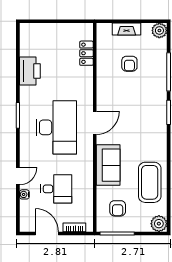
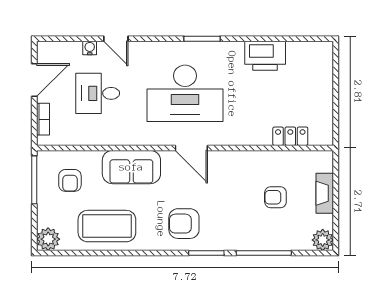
armchair: (148, 128) -> (184, 224), added
desk: (56, 189) -> (98, 93), turned 90
armchair: (118, 208) -> (70, 180), turned -90

